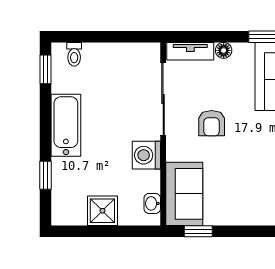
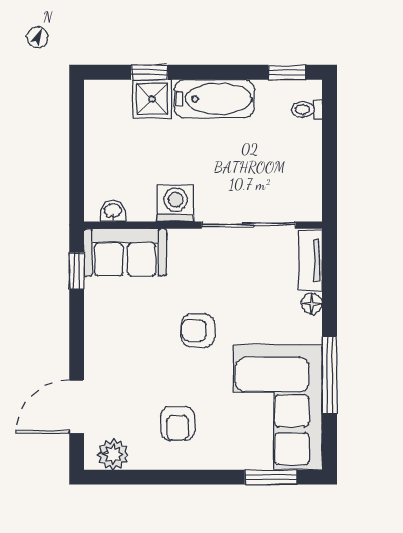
armchair: (212, 123) -> (198, 330), moved
shower: (102, 211) -> (152, 99), moved

